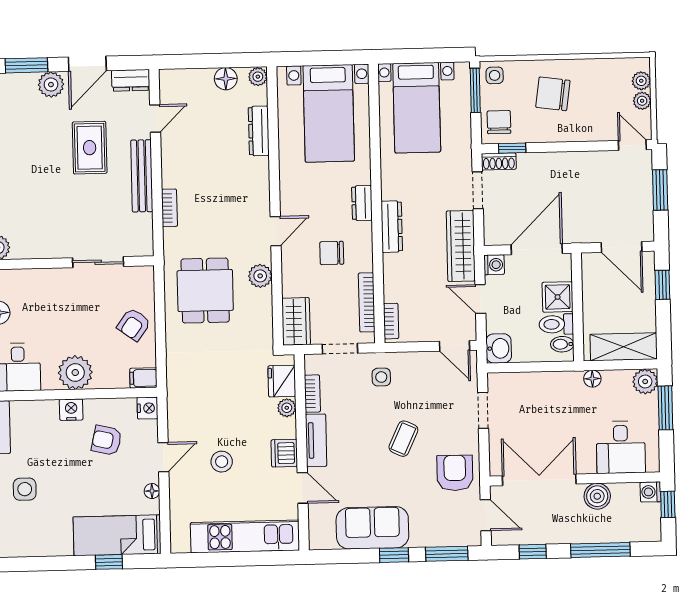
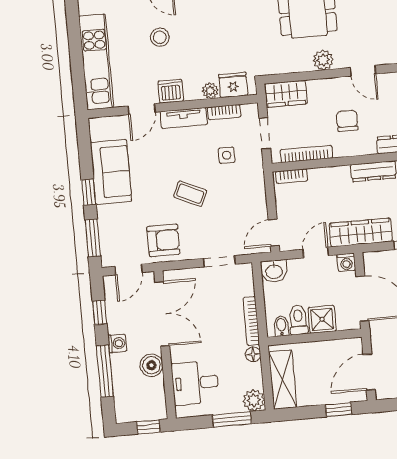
side table: (381, 377) -> (227, 155), moved
bookcase: (554, 378) -> (251, 321), added
washing machine: (650, 492) -> (117, 343), moved, turned 90

